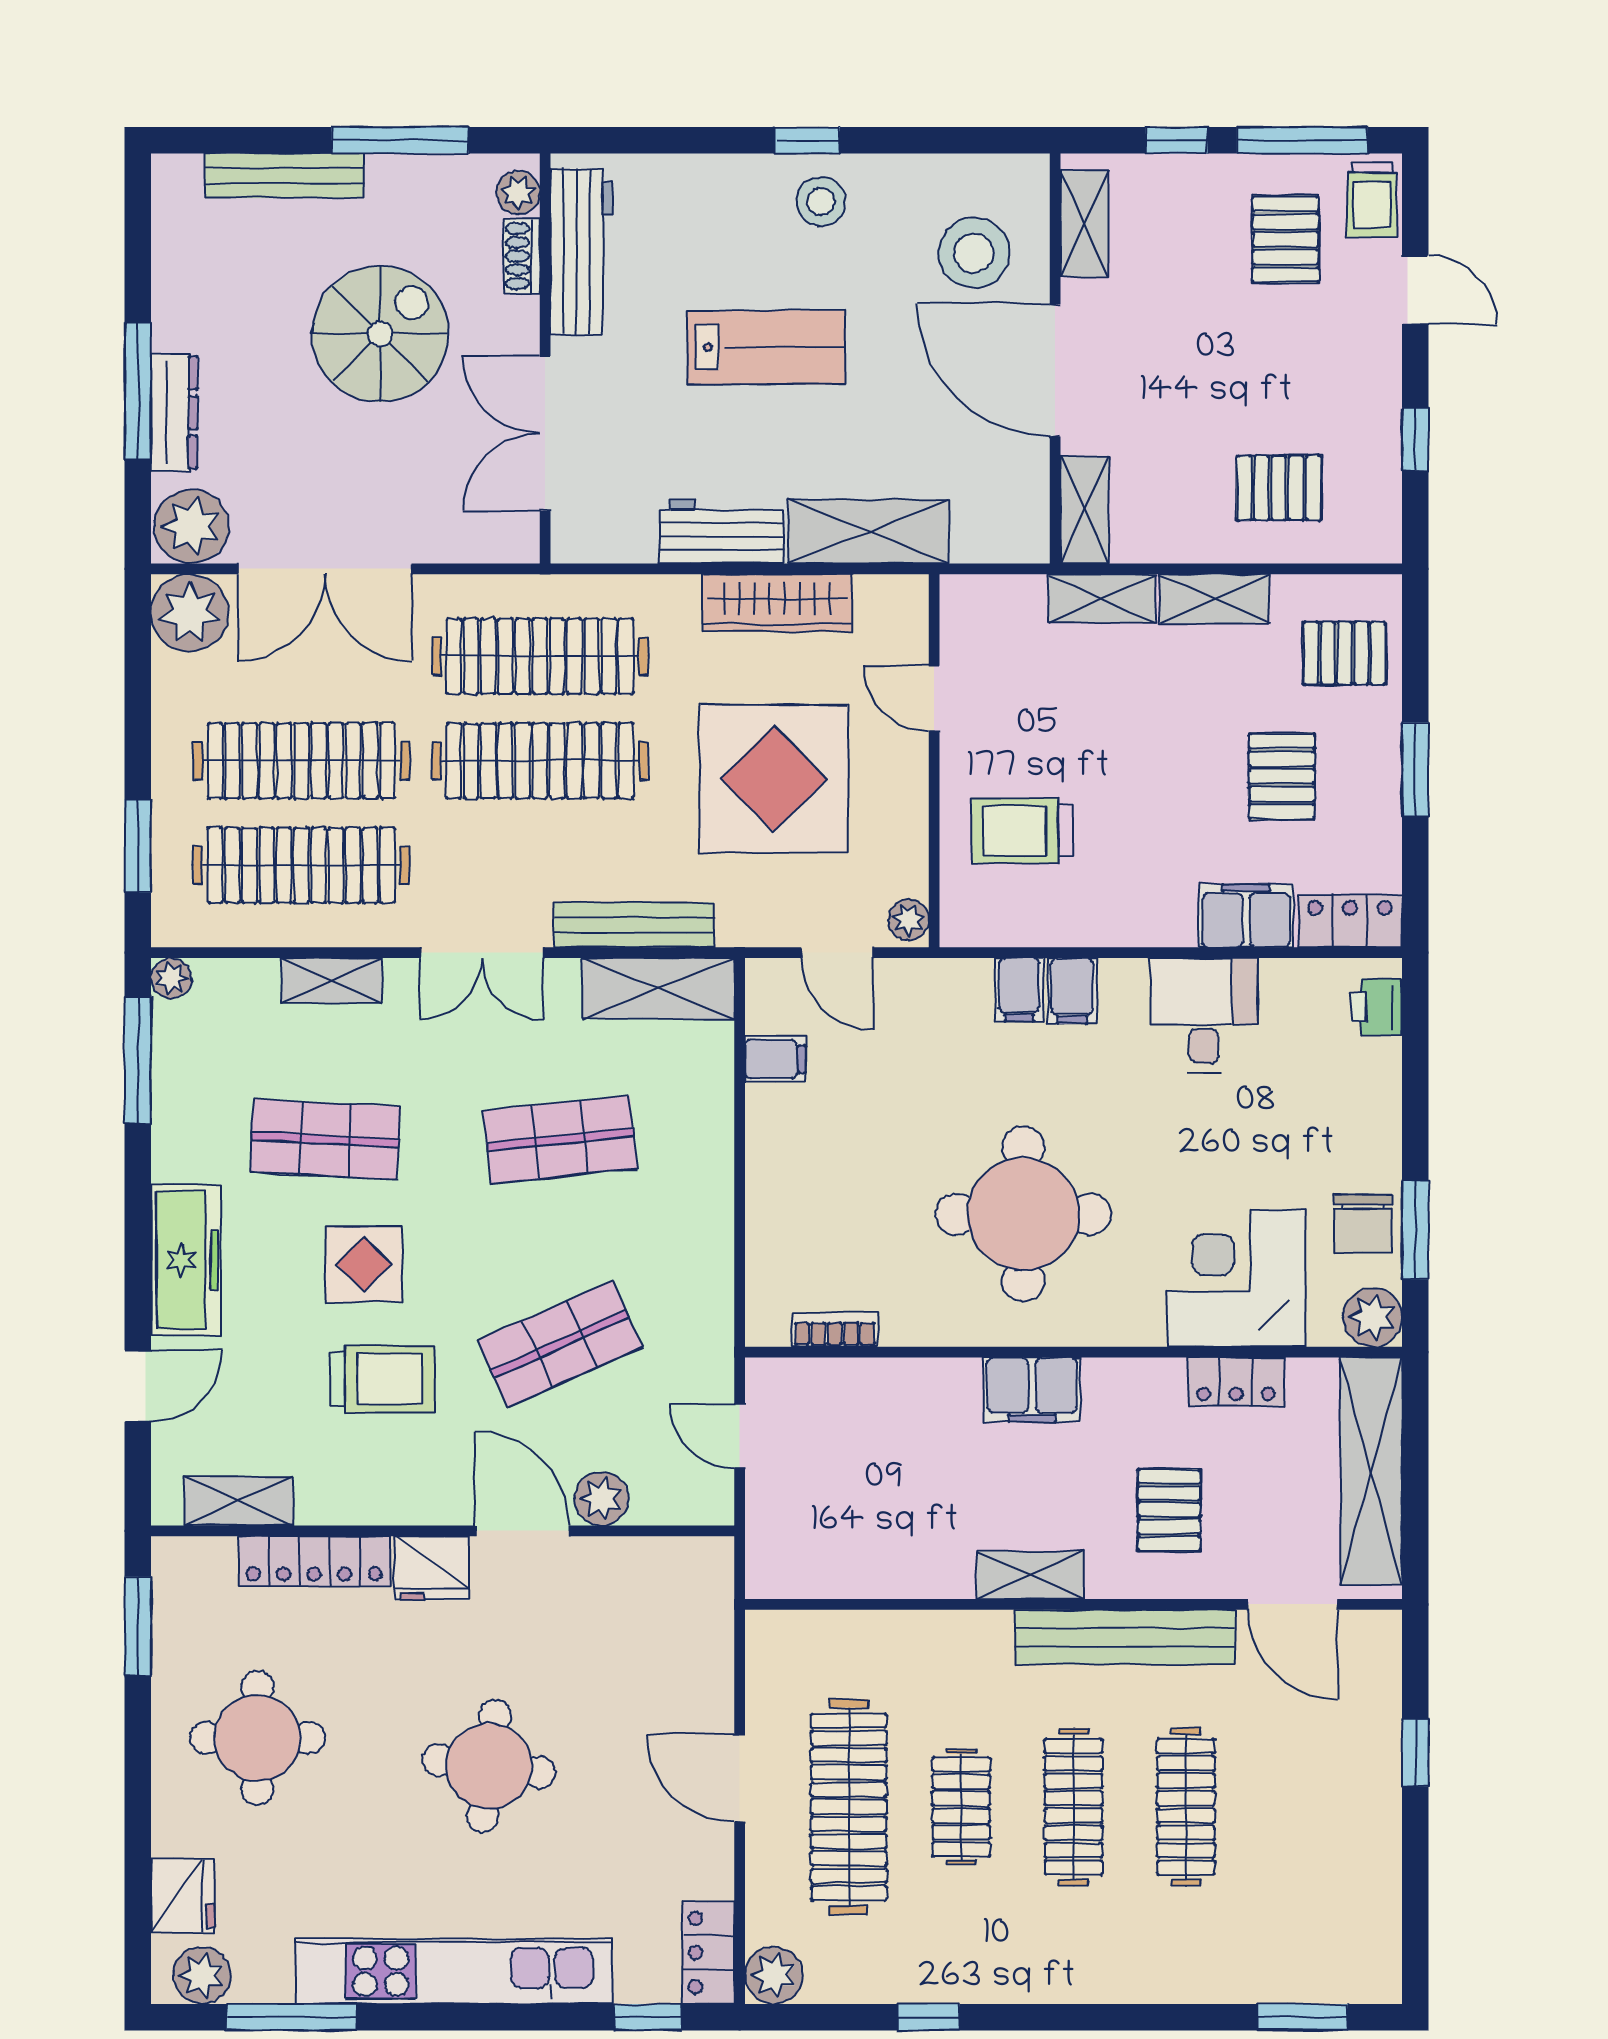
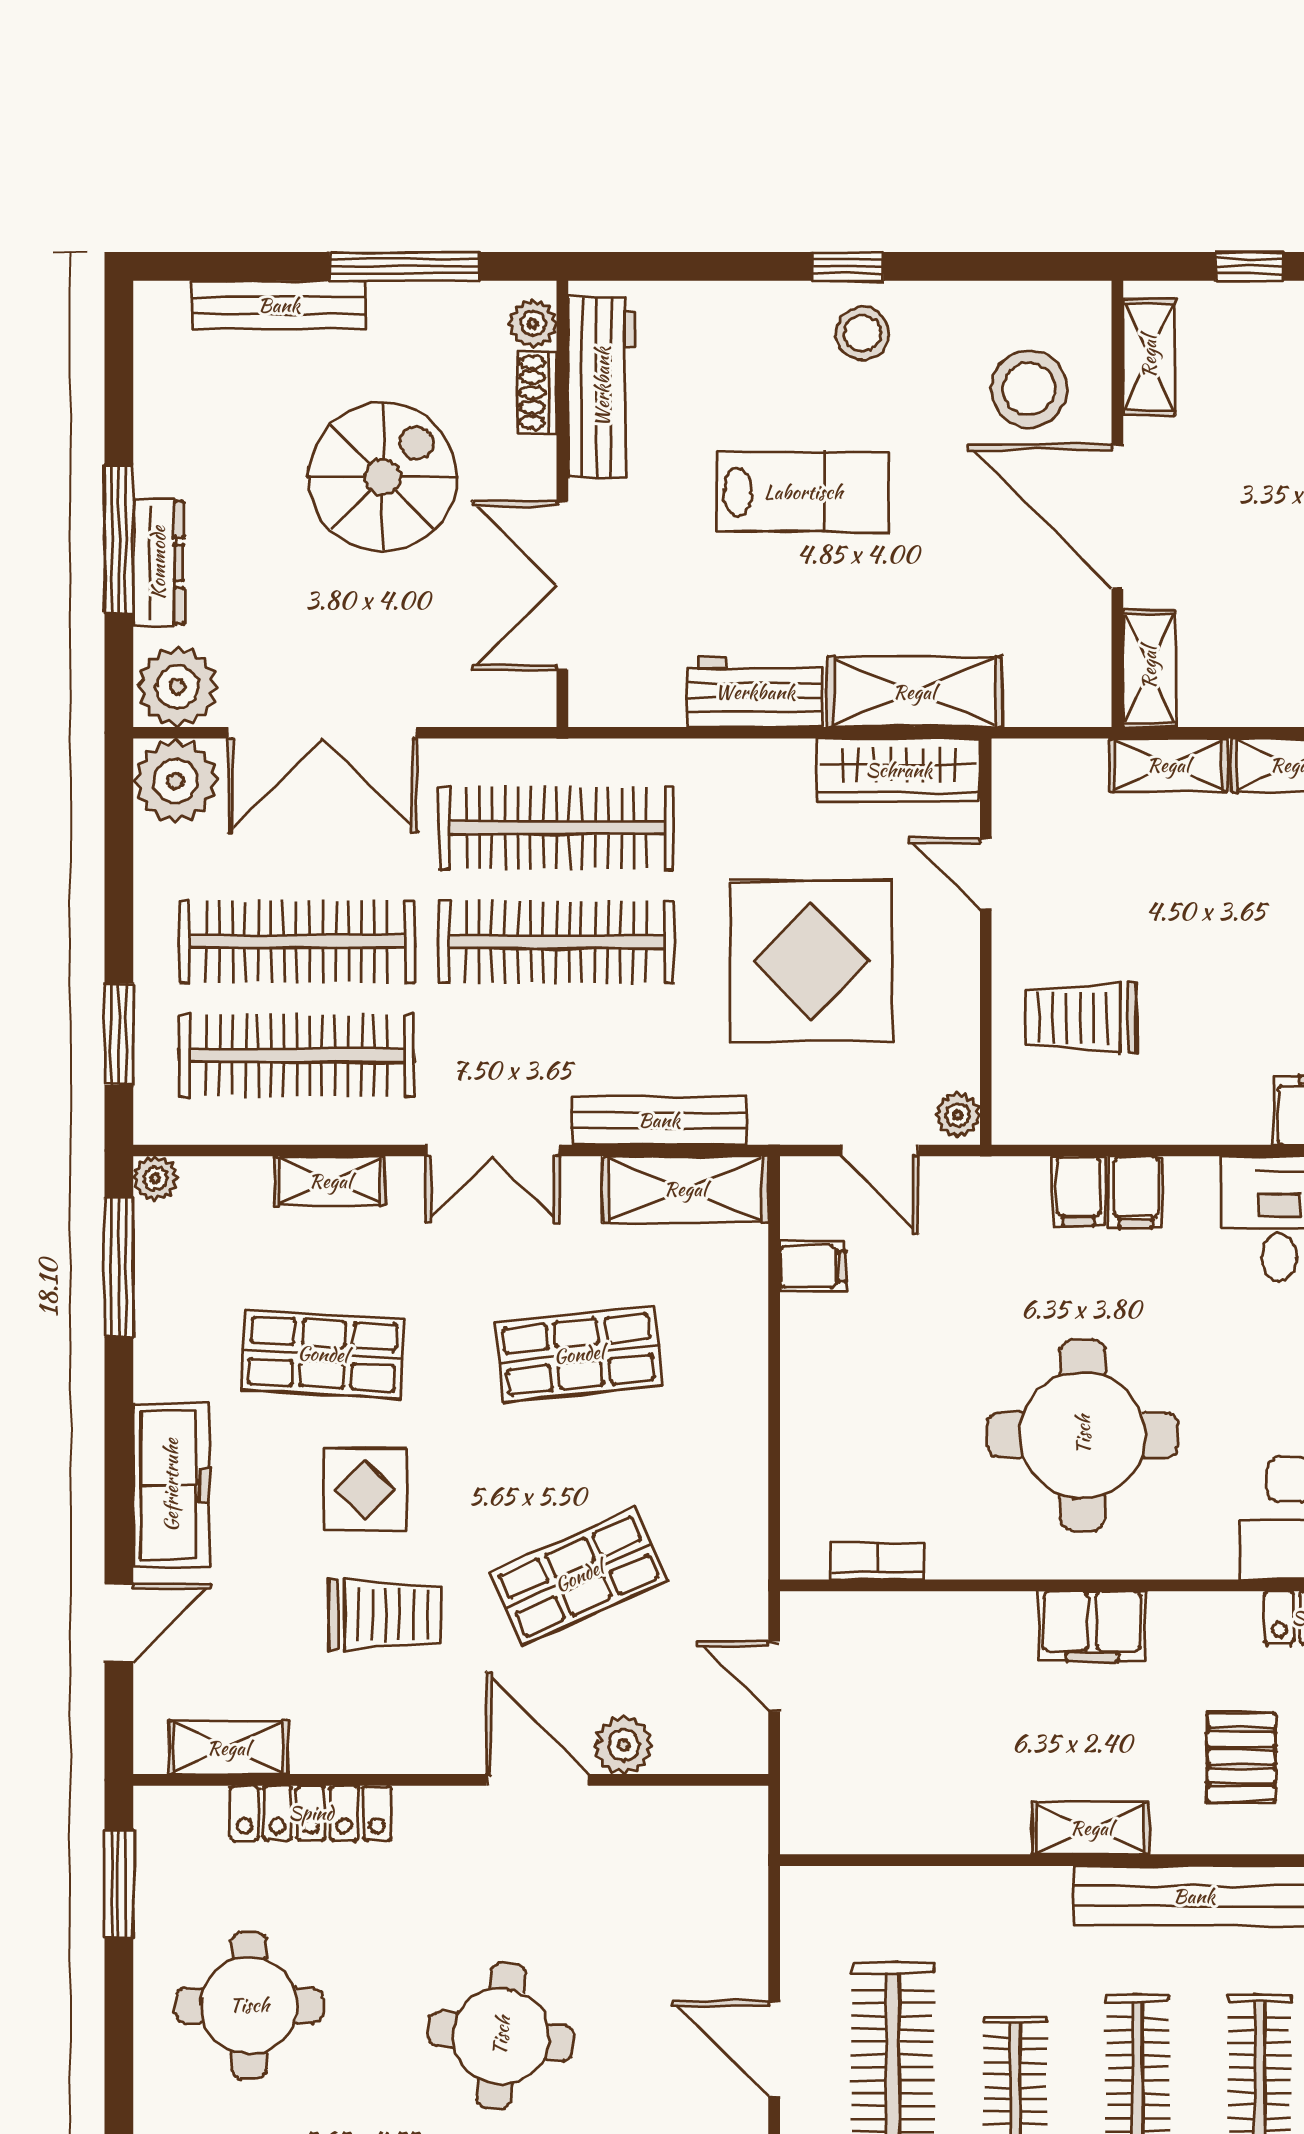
wardrobe: (777, 603) -> (899, 770), moved
fridge: (432, 1568) -> (439, 1821), removed

